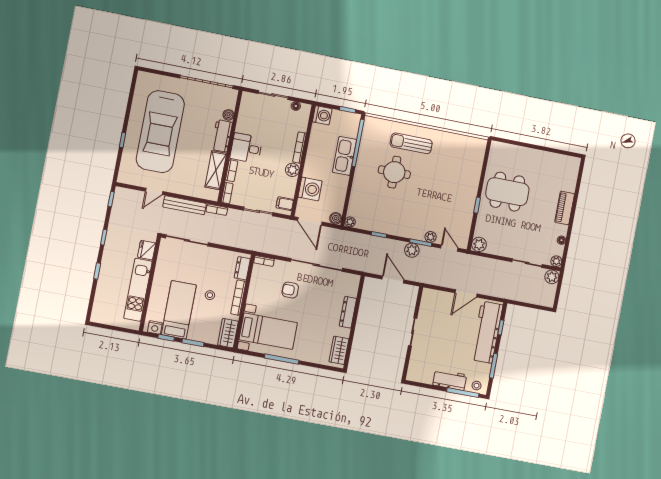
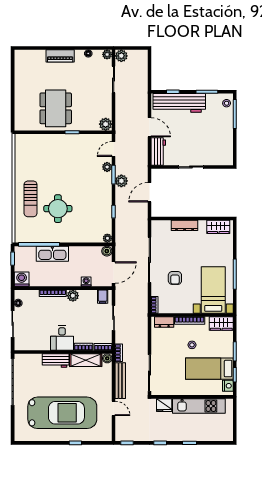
boiler: (228, 115) -> (107, 358), moved
washing machine: (310, 189) -> (86, 282), width x0.53, depth x0.53
workbench: (450, 380) -> (158, 151), moved, turned 180

